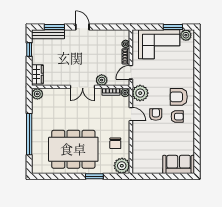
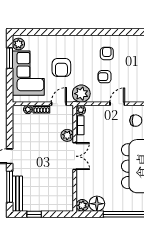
window: (54, 27) -> (10, 187), width x1.44
door: (131, 72) -> (59, 104), swing flipped
wardrobe: (37, 74) -> (61, 205), removed
armchair: (179, 97) -> (61, 68), moved
floor lamp: (39, 107) -> (97, 204), added
door: (131, 114) -> (117, 104), moved

